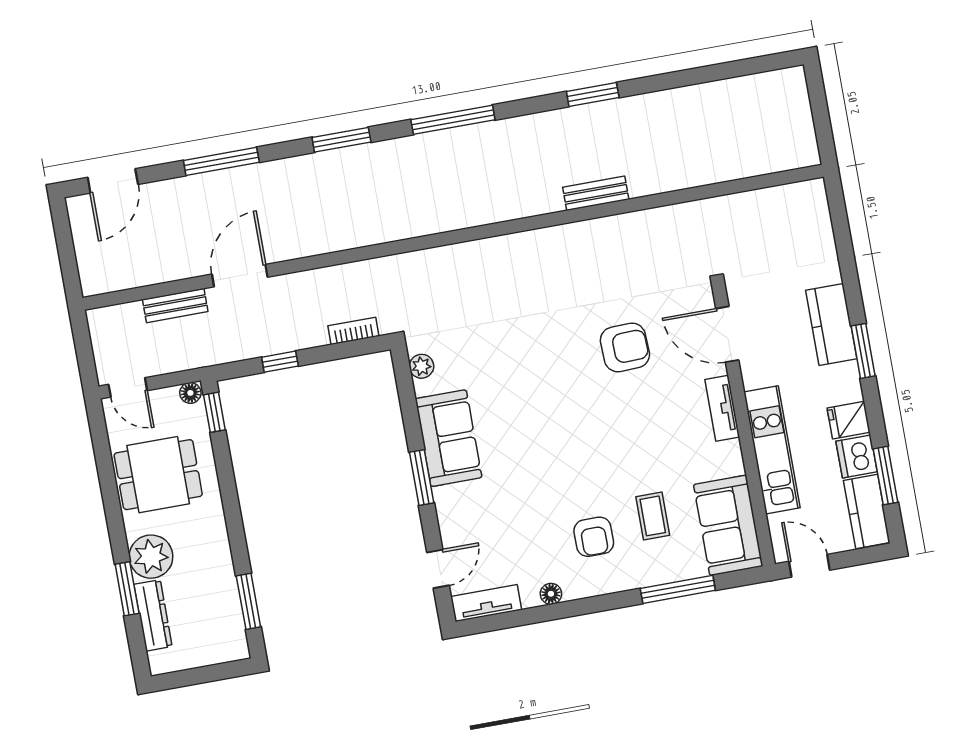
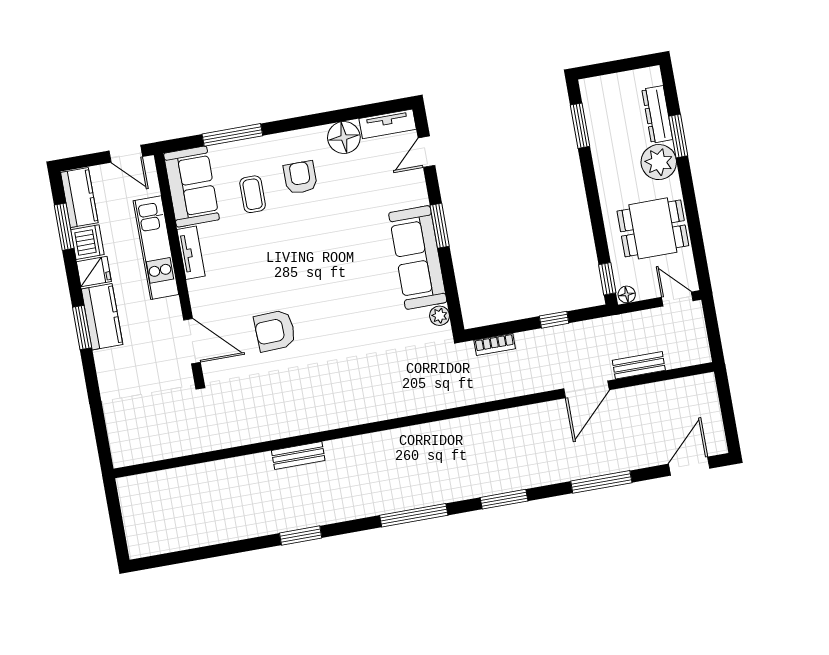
kitchen counter: (831, 324) -> (102, 317), moved
tv unit: (722, 408) -> (191, 253), moved
sofa: (449, 438) -> (418, 257), width x1.36
floor lamp: (551, 594) -> (344, 137), width x1.89, depth x1.89

